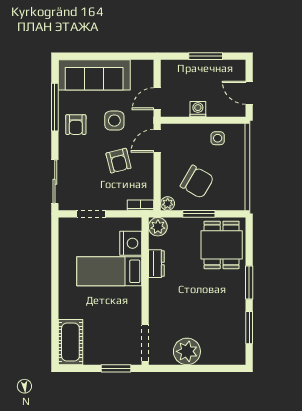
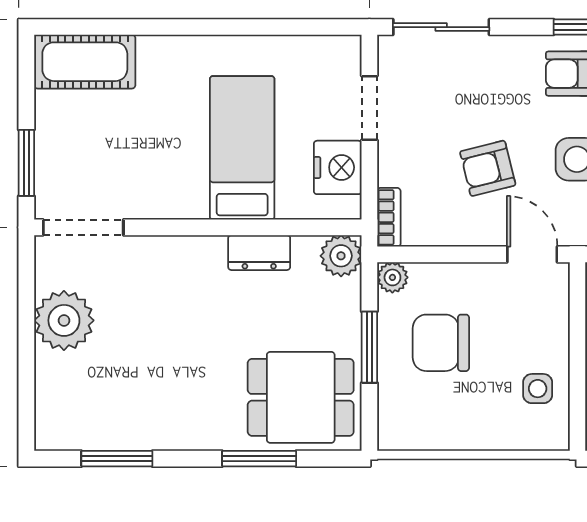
chair: (197, 182) -> (441, 343), turned 60
nightstand: (131, 243) -> (338, 167), moved, turned -90
window: (249, 283) -> (259, 459), moved

